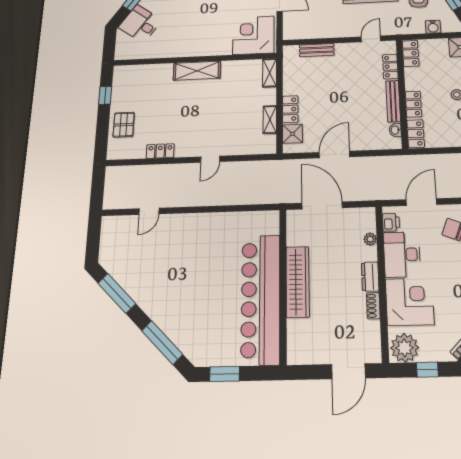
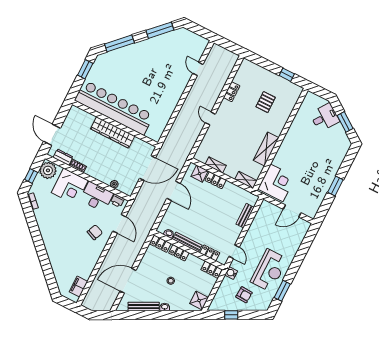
water cooler: (433, 27) -> (231, 273), moved
shelving: (197, 71) -> (266, 149), moved
pallet: (124, 125) -> (266, 102), moved, turned 90
dresser: (370, 277) -> (63, 157), moved

